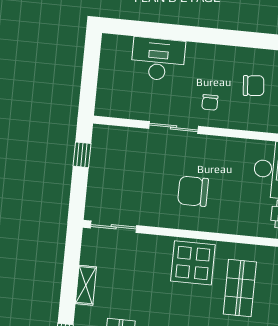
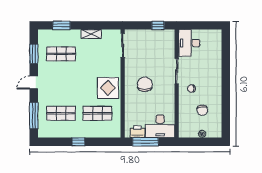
desk: (158, 59) -> (189, 43), moved, turned 180

